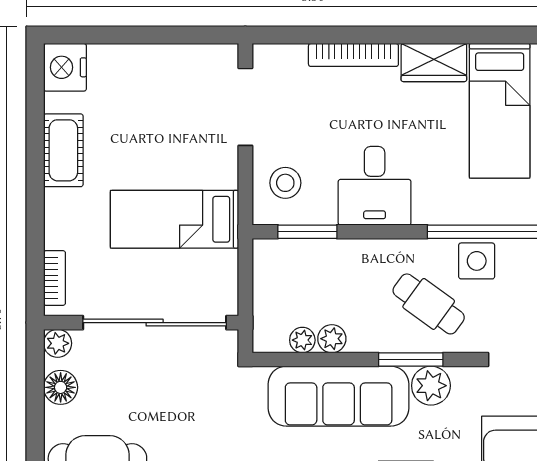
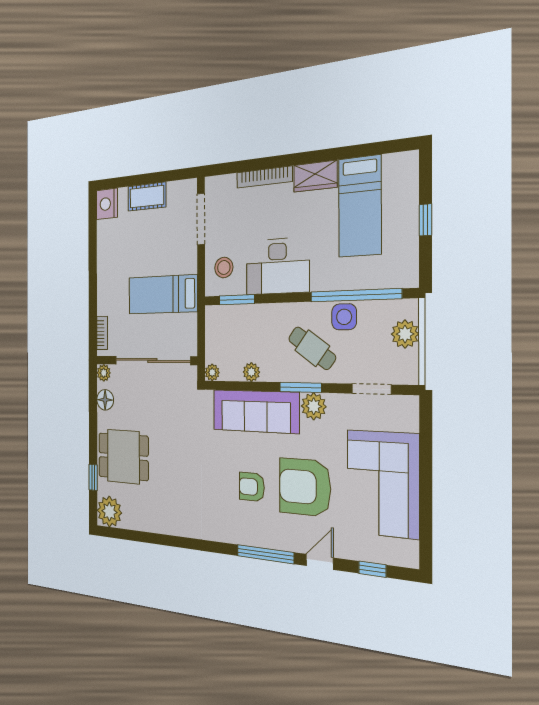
cot: (63, 150) -> (147, 197), moved, turned 90
desk: (375, 186) -> (277, 266), width x1.37
plant: (302, 340) -> (212, 372), moved

